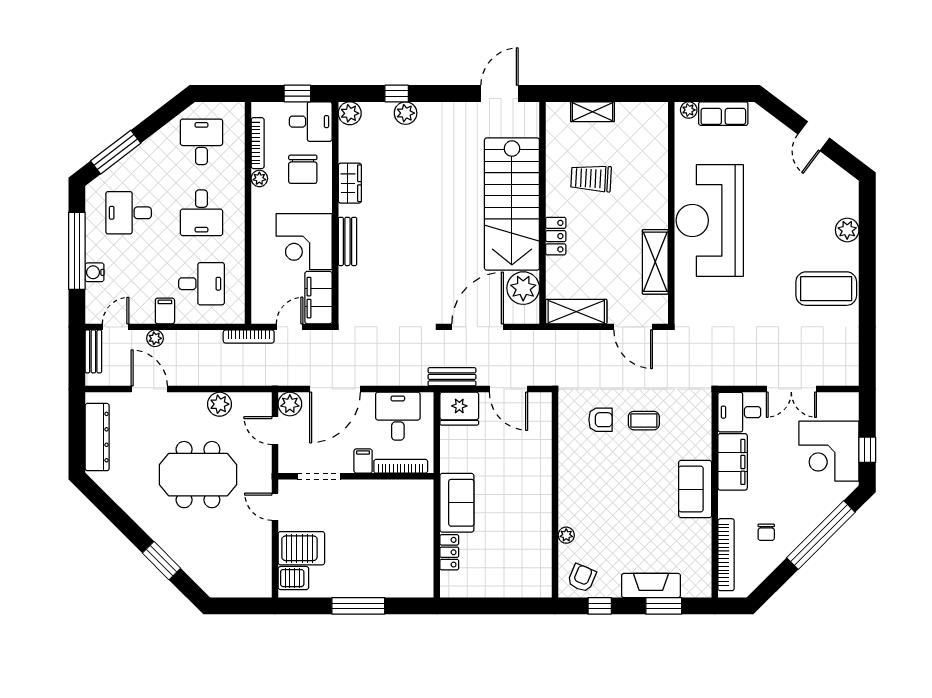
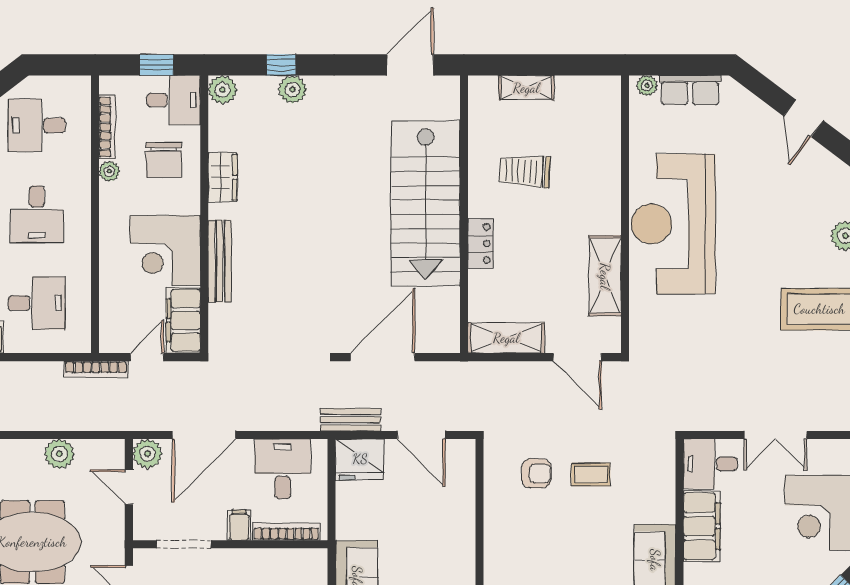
desk: (201, 142) -> (37, 125), turned -90
bench: (347, 241) -> (220, 261), width x1.36
plant: (523, 288) -> (440, 309), removed

